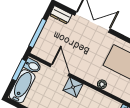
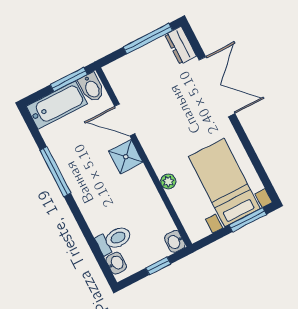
window: (38, 33) -> (148, 39), moved
door: (60, 70) -> (125, 120), swing flipped

